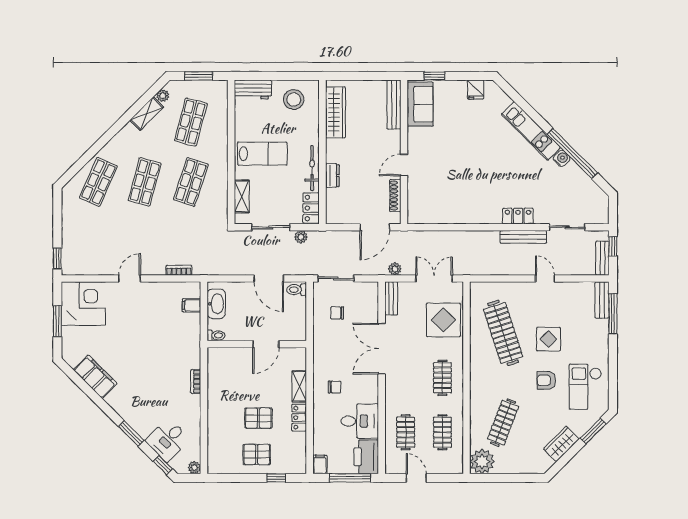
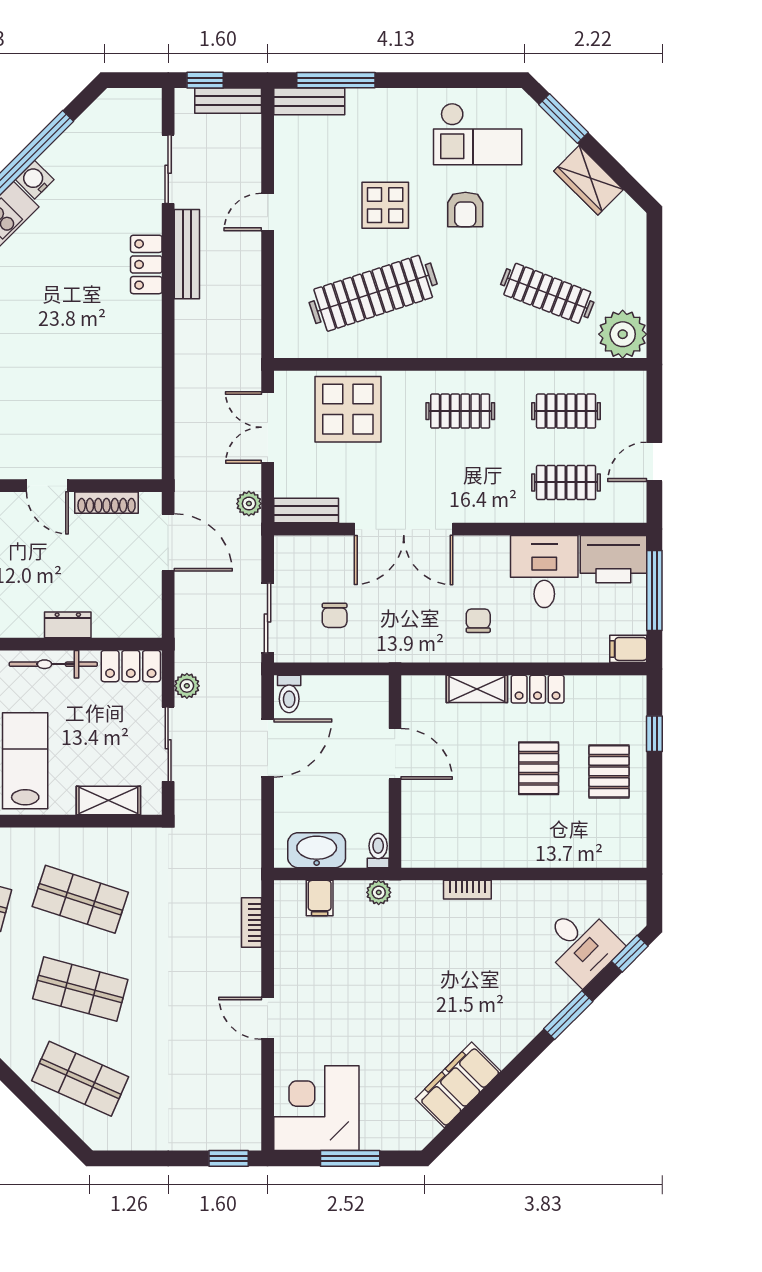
plant: (194, 468) -> (379, 892), moved

